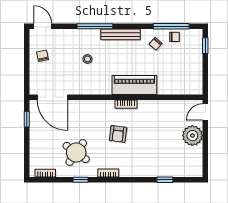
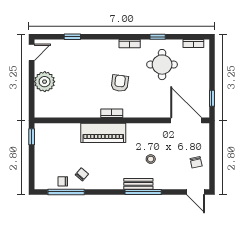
bench: (121, 34) -> (138, 184), moved, width x0.73
window: (205, 46) -> (32, 137), moved
door: (205, 112) -> (32, 52), moved
round table: (76, 152) -> (162, 65), turned -35

